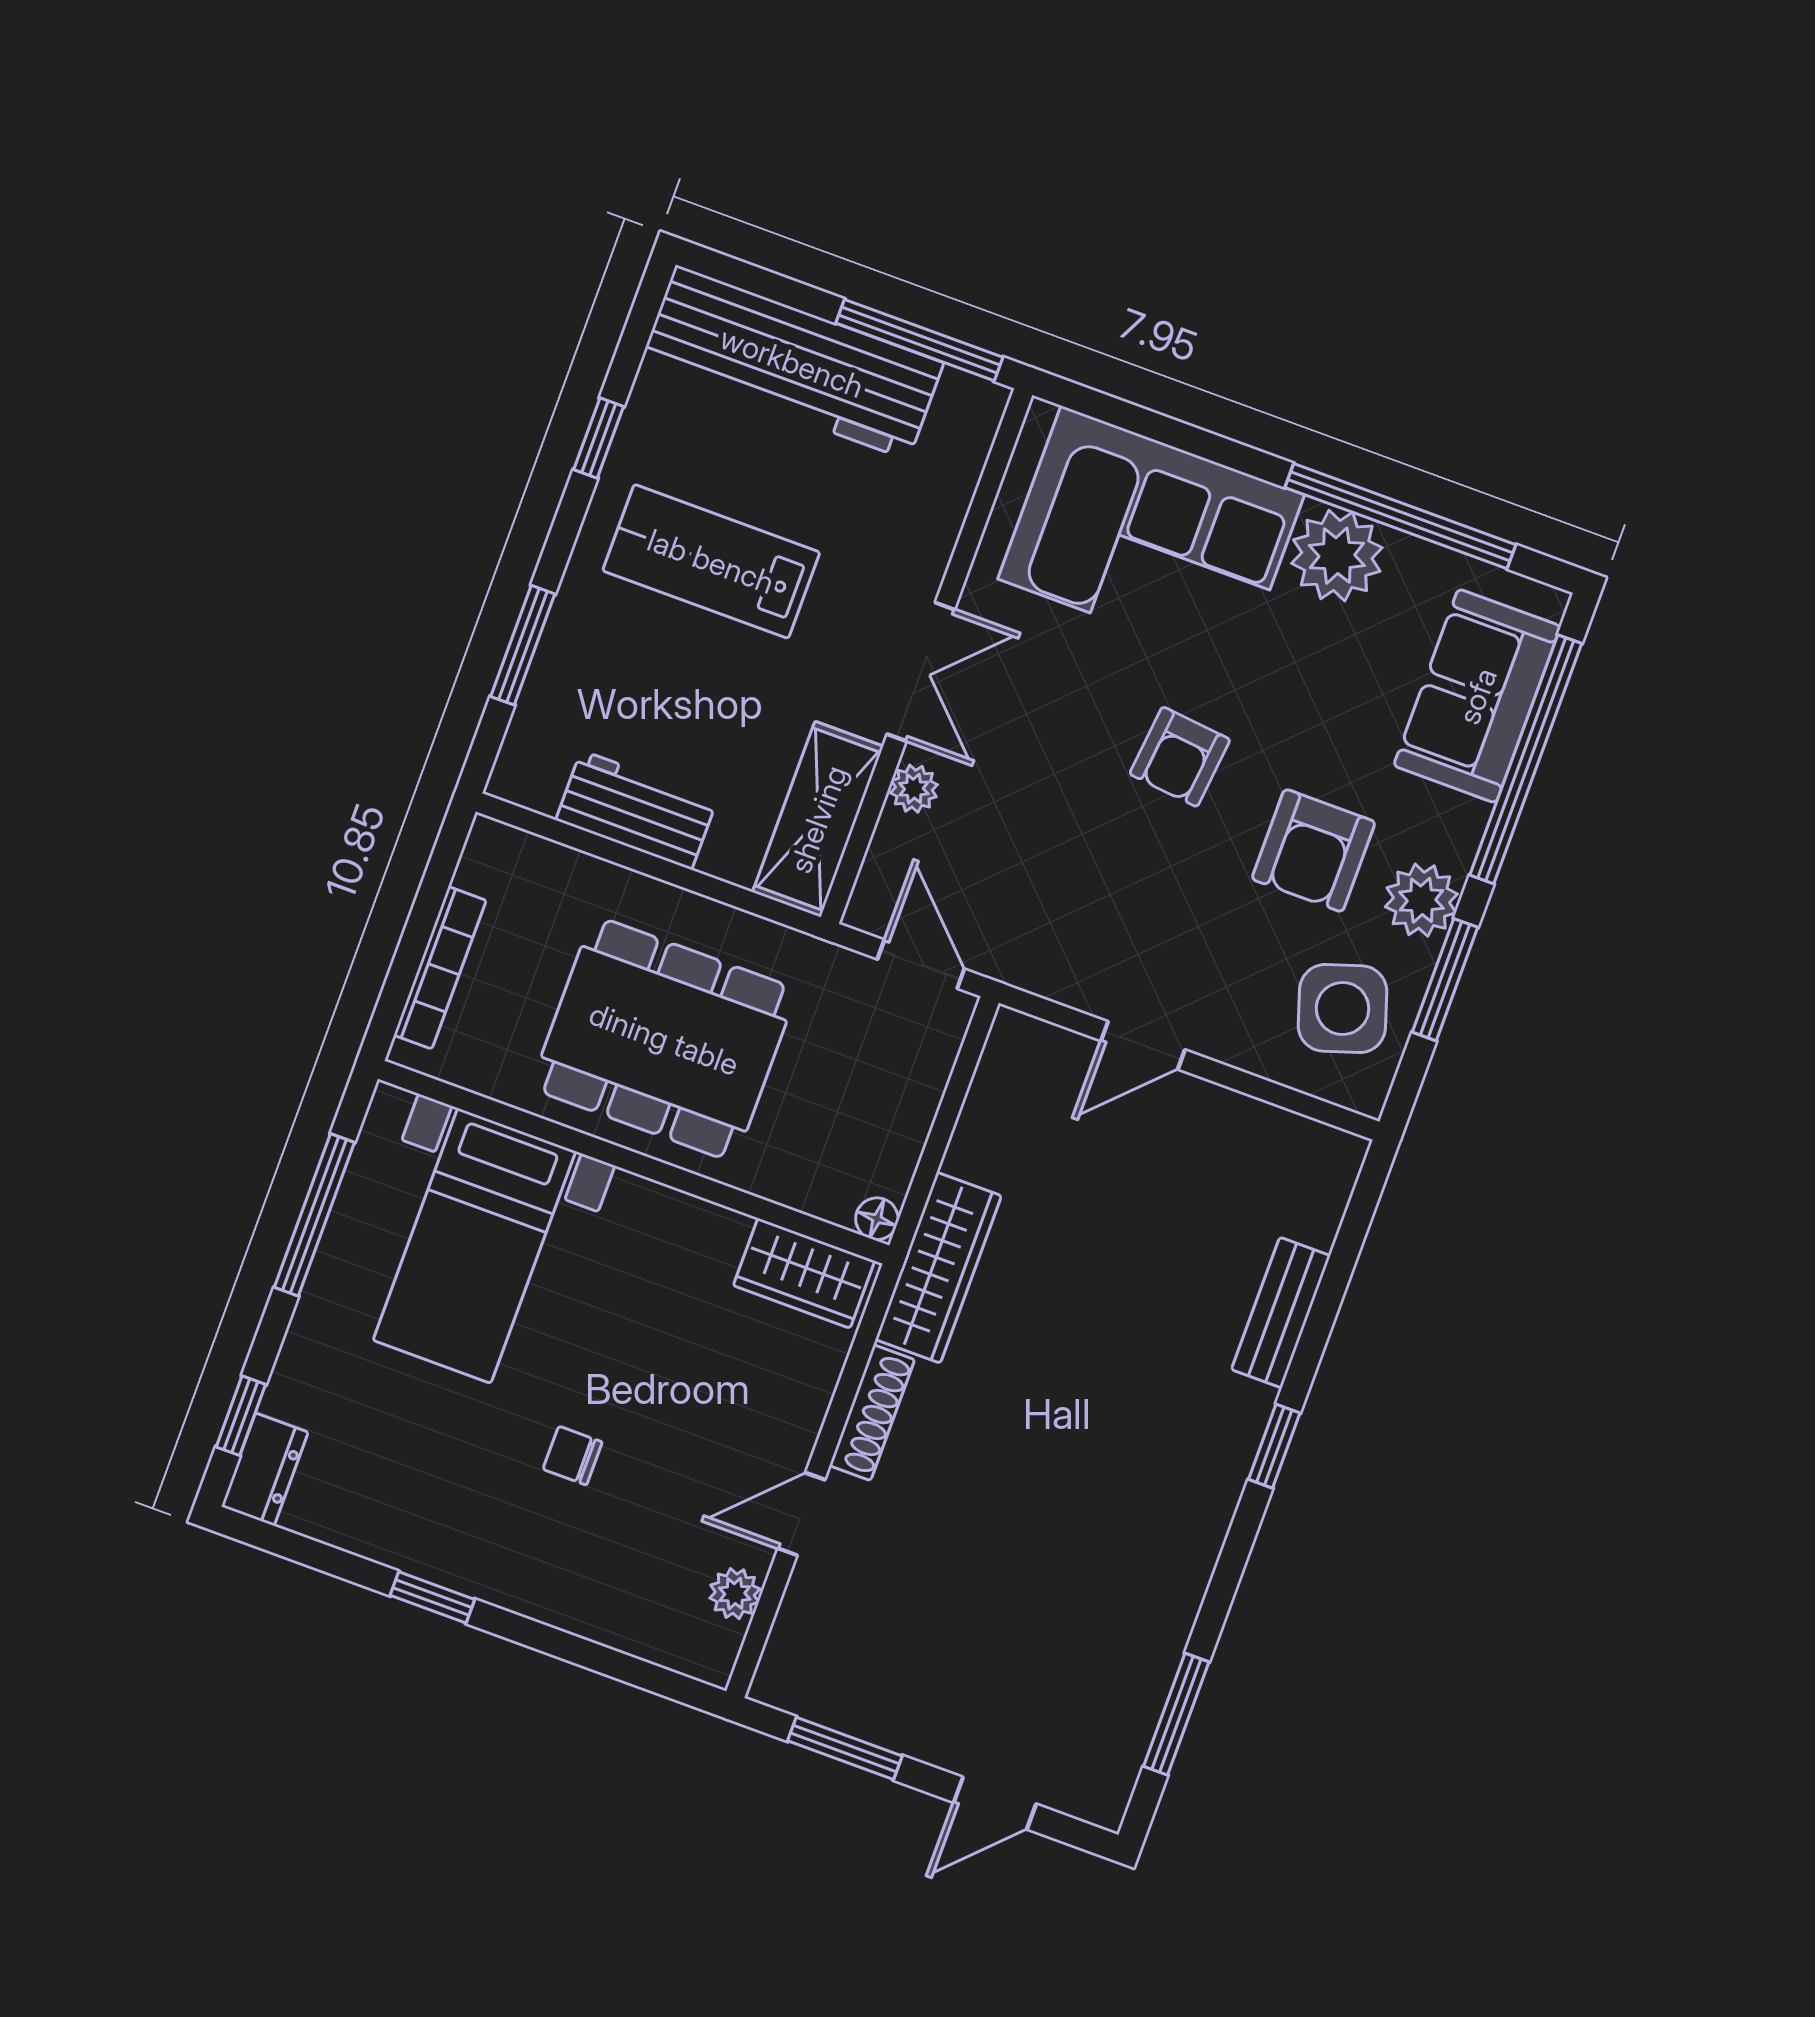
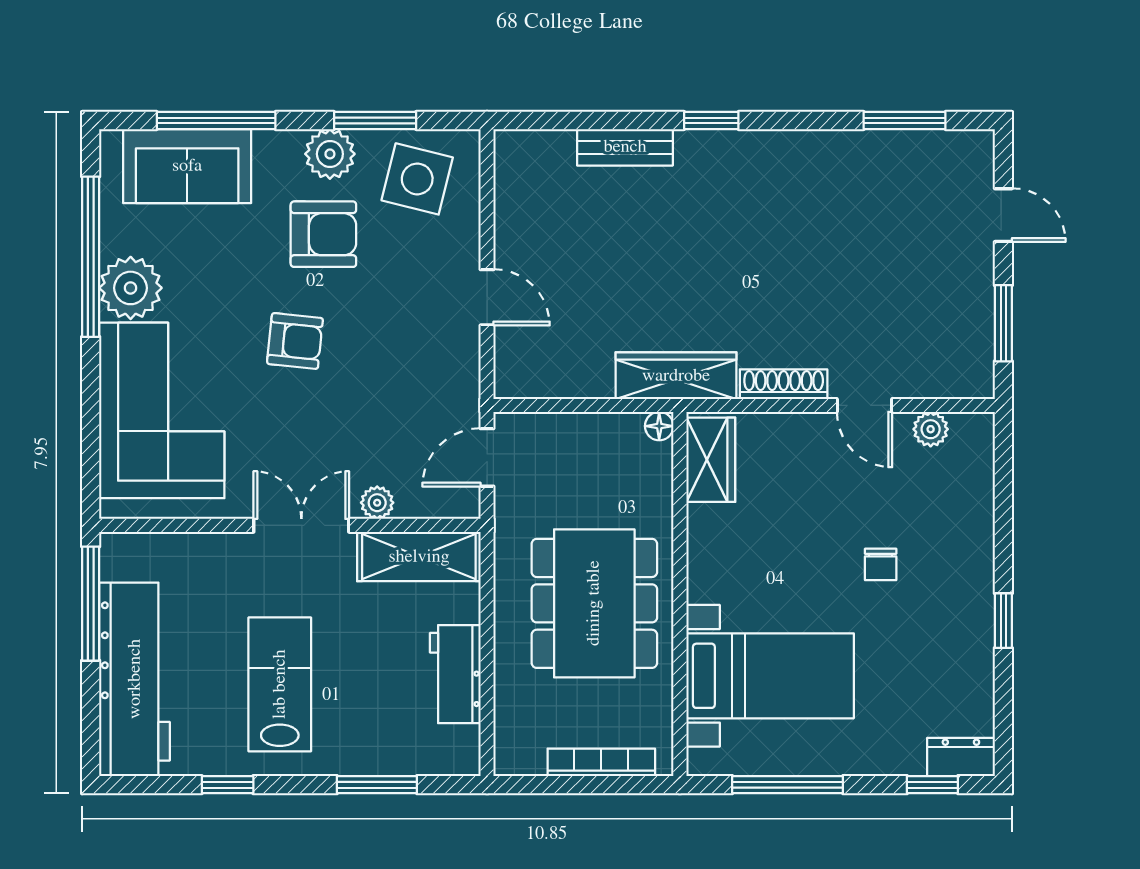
lab bench: (711, 561) -> (280, 684), turned 180
window: (1526, 759) -> (216, 120), width x0.68
side table: (1342, 1009) -> (417, 179), turned 32

